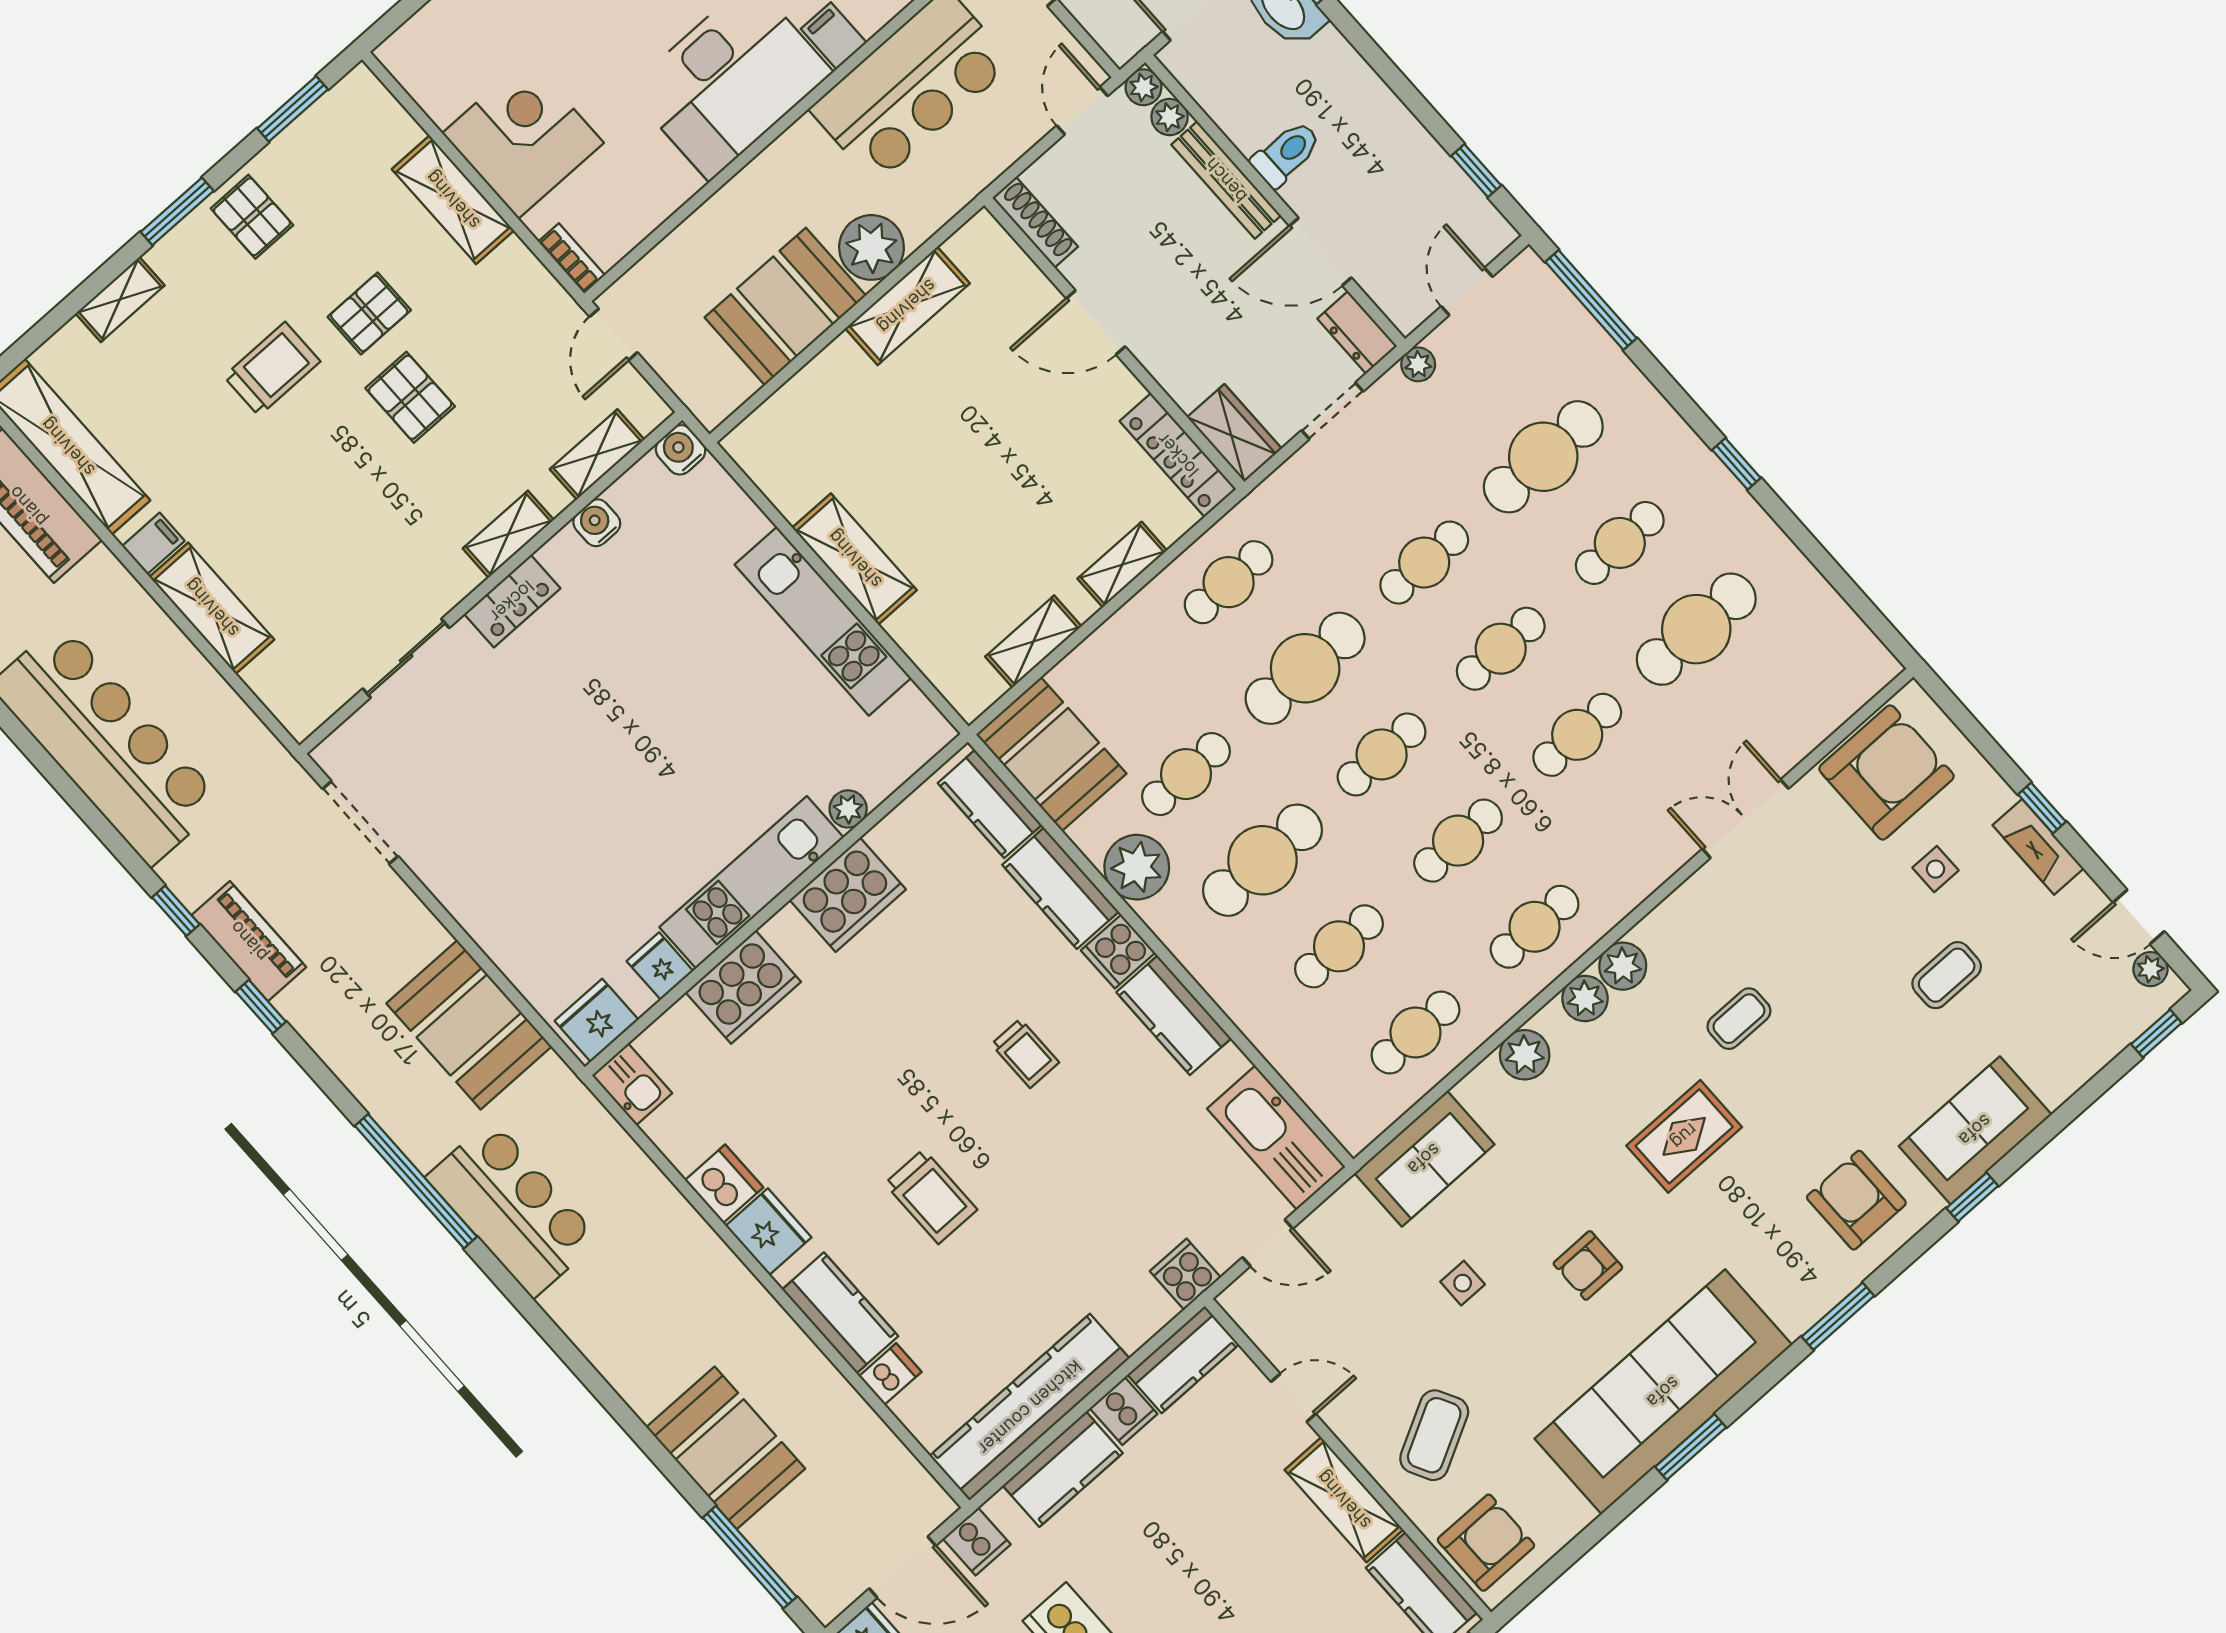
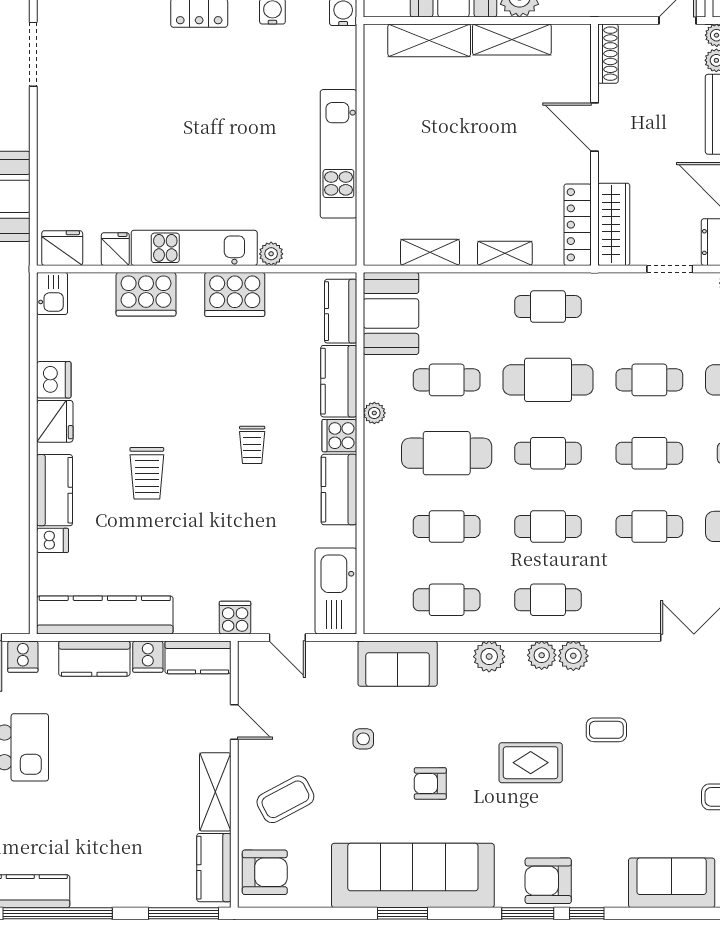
wardrobe: (1234, 433) -> (614, 224), width x1.50
shelving: (855, 559) -> (429, 40), moved, turned 90
plant: (1137, 867) -> (374, 413), width x0.53, depth x0.53
window: (1972, 1197) -> (587, 913), moved
armchair: (1856, 1200) -> (548, 881), moved, turned -90

